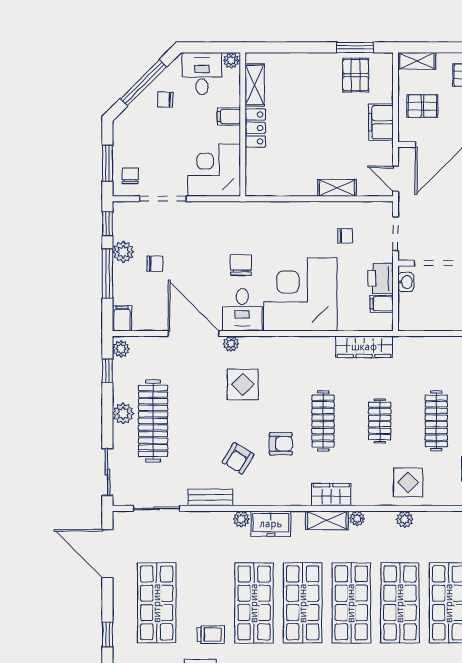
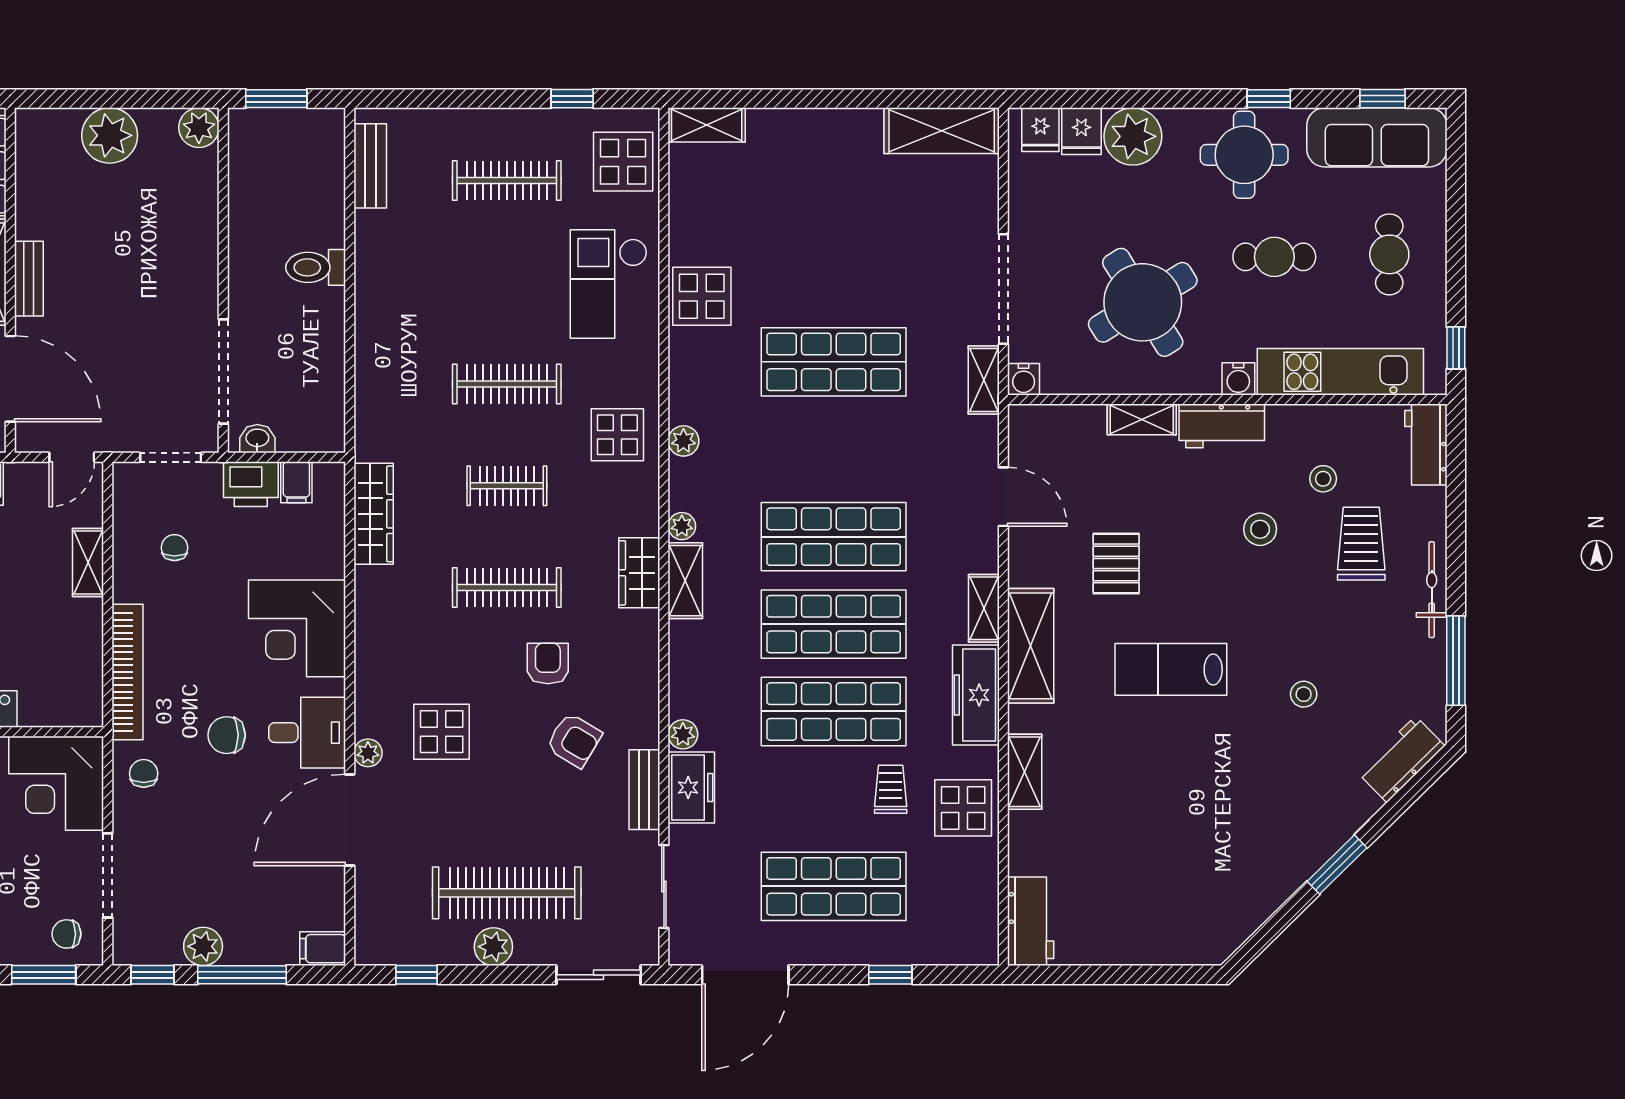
bookcase: (276, 210) -> (127, 672), added
chair: (155, 264) -> (144, 773), moved
corner desk: (300, 294) -> (297, 628), width x0.74, depth x0.74
plant: (121, 349) -> (377, 950), removed
freezer: (271, 524) -> (691, 787), moved
shop shelf: (400, 603) -> (834, 449), removed

